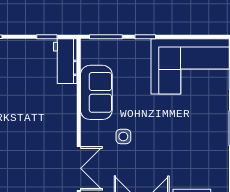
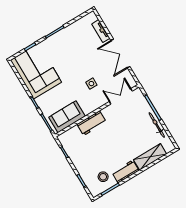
workbench: (65, 61) -> (92, 123), moved
sofa: (96, 92) -> (67, 117), moved

